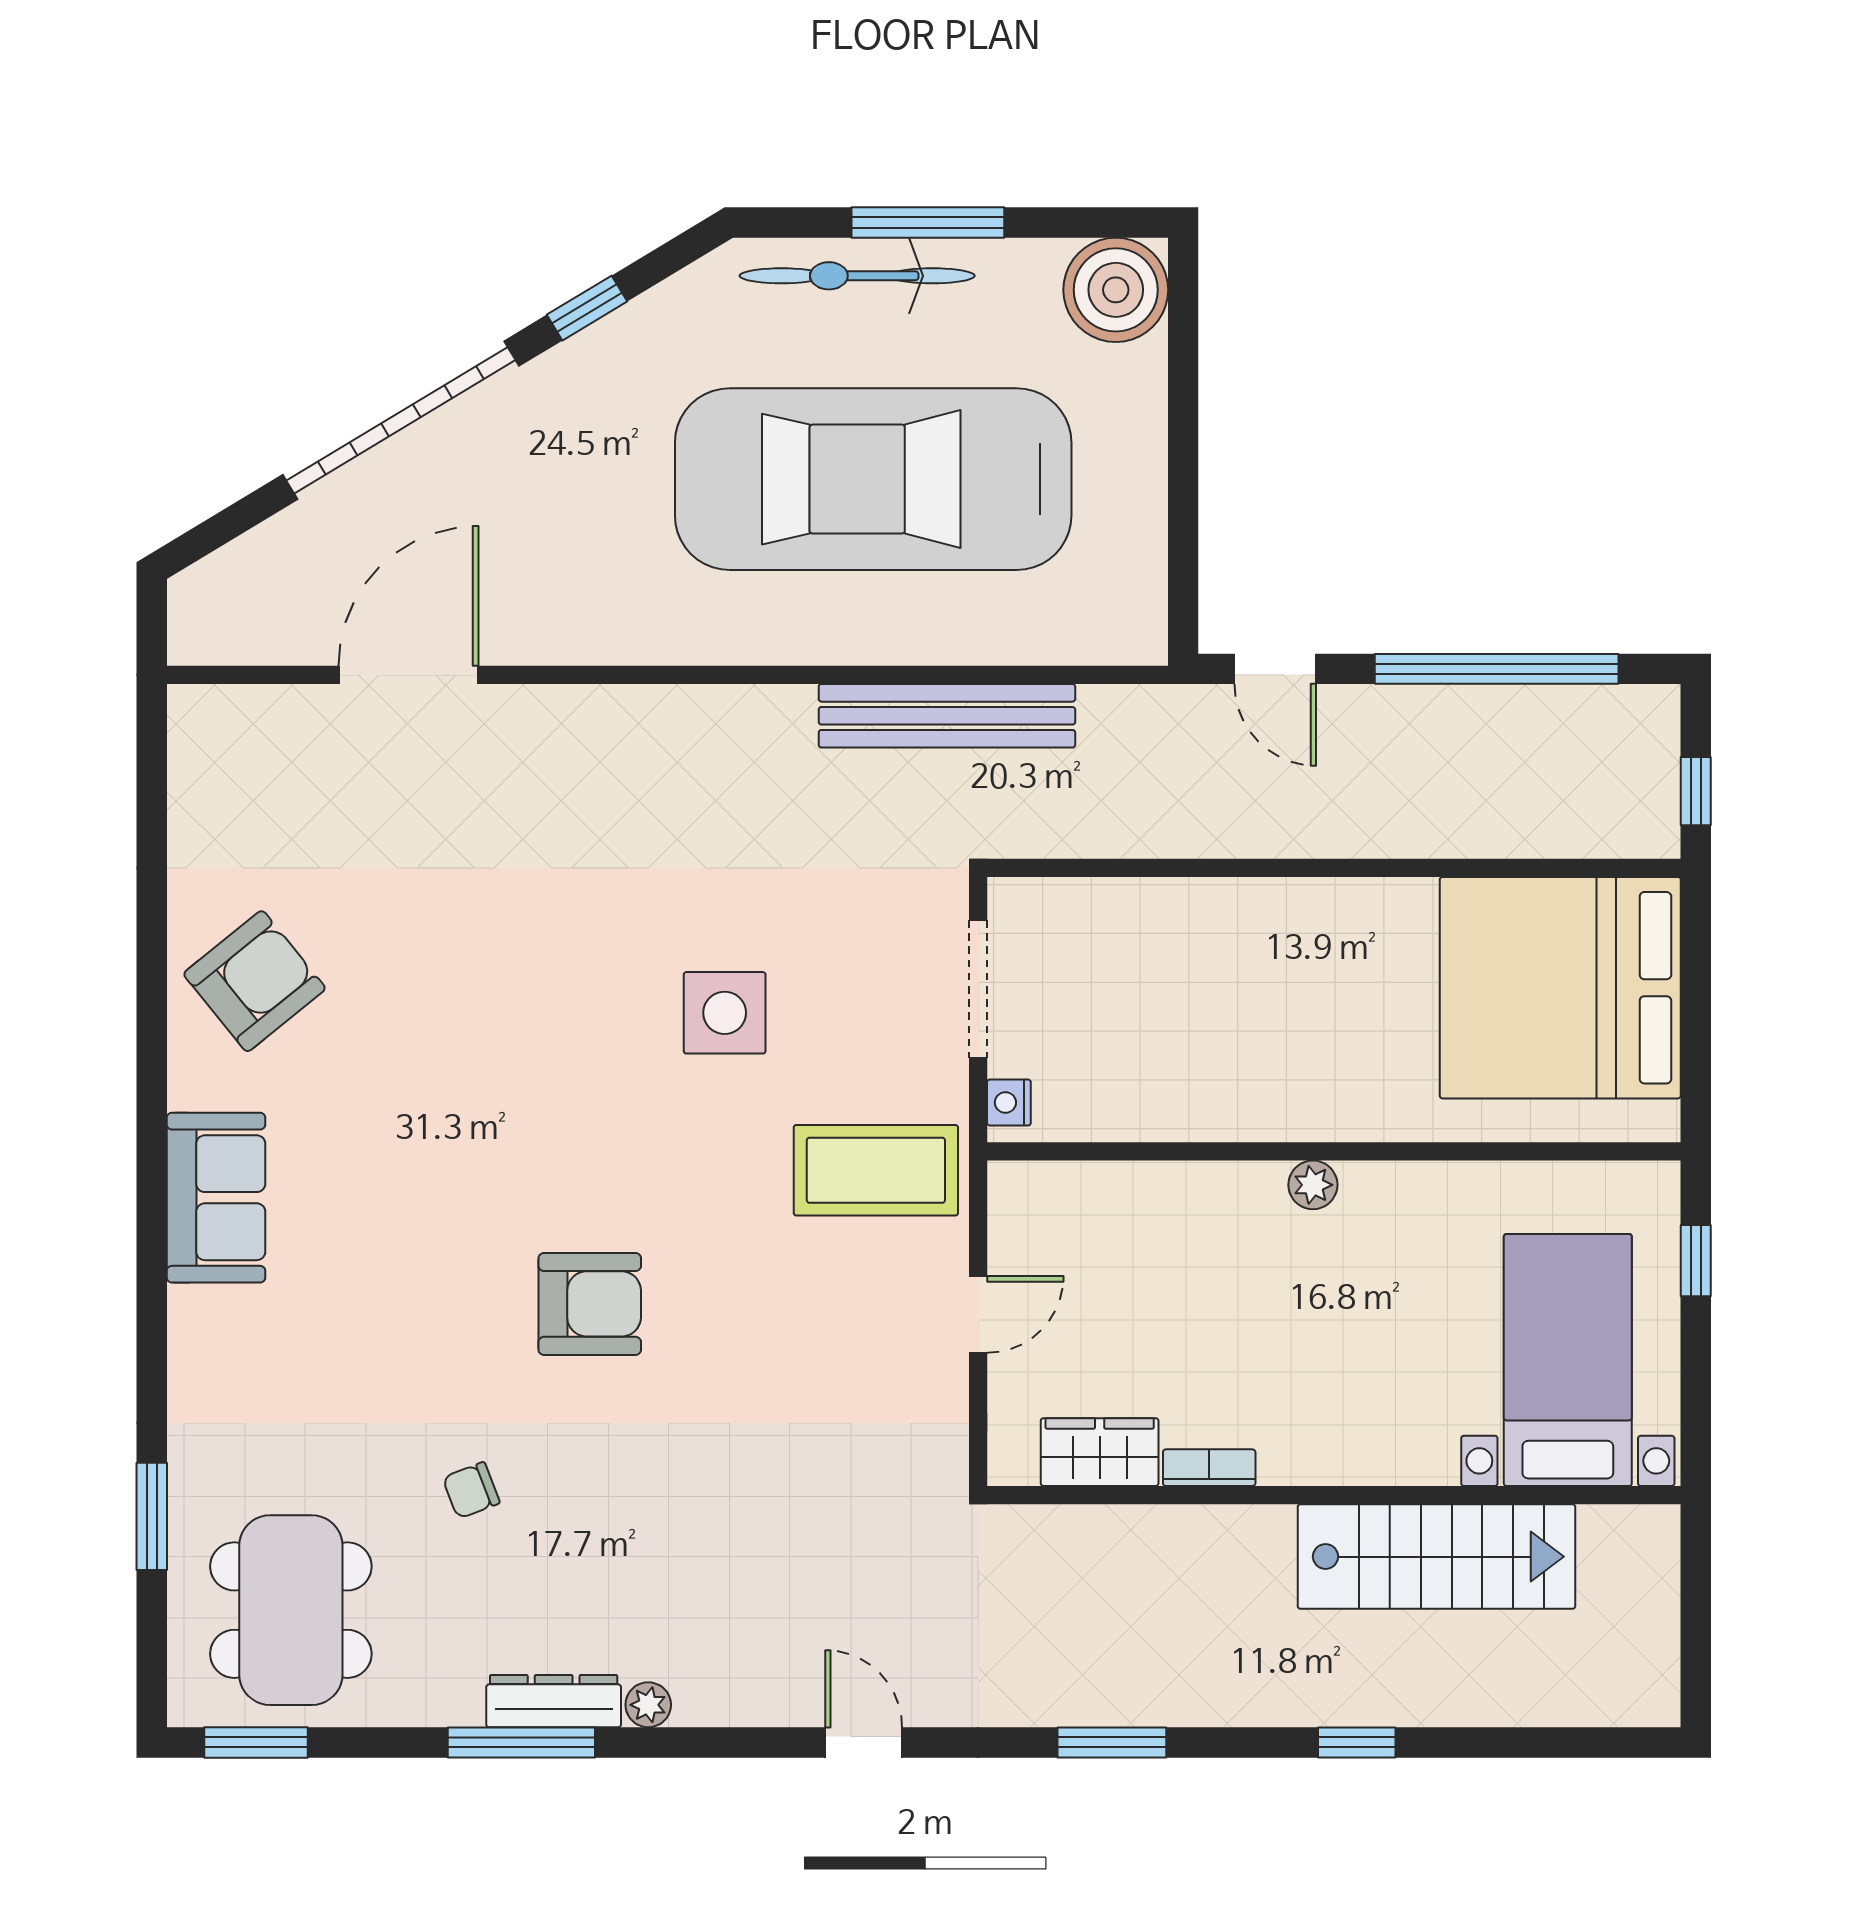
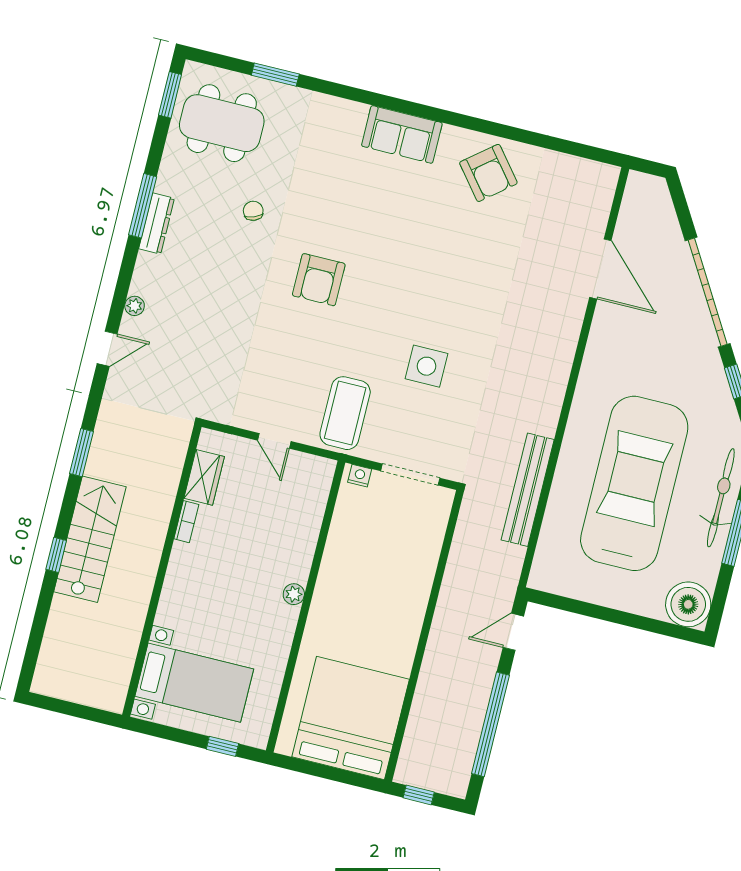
stairs: (1436, 1557) -> (90, 539), moved, turned 180
plant: (648, 1705) -> (135, 306), moved

